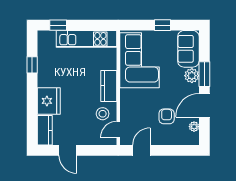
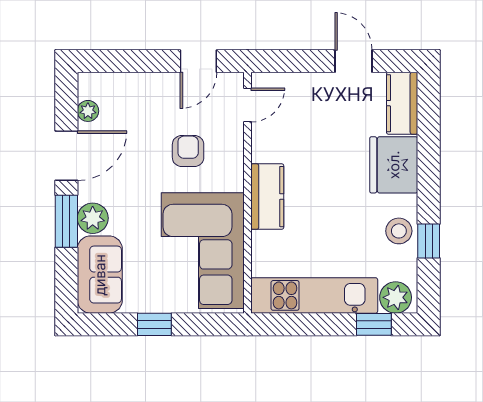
plant: (48, 38) -> (396, 297), added
stool: (103, 114) -> (399, 231), moved
armchair: (167, 116) -> (188, 151), moved, turned 180

